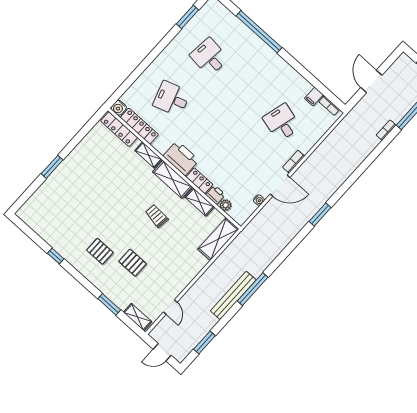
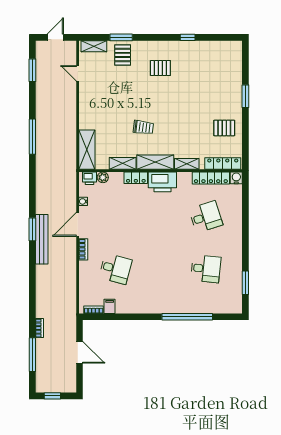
pallet: (92, 157) -> (224, 128), added
printer: (215, 195) -> (89, 178), moved
pallet: (133, 263) -> (123, 55), moved, turned 90
bench: (233, 295) -> (42, 239), moved

